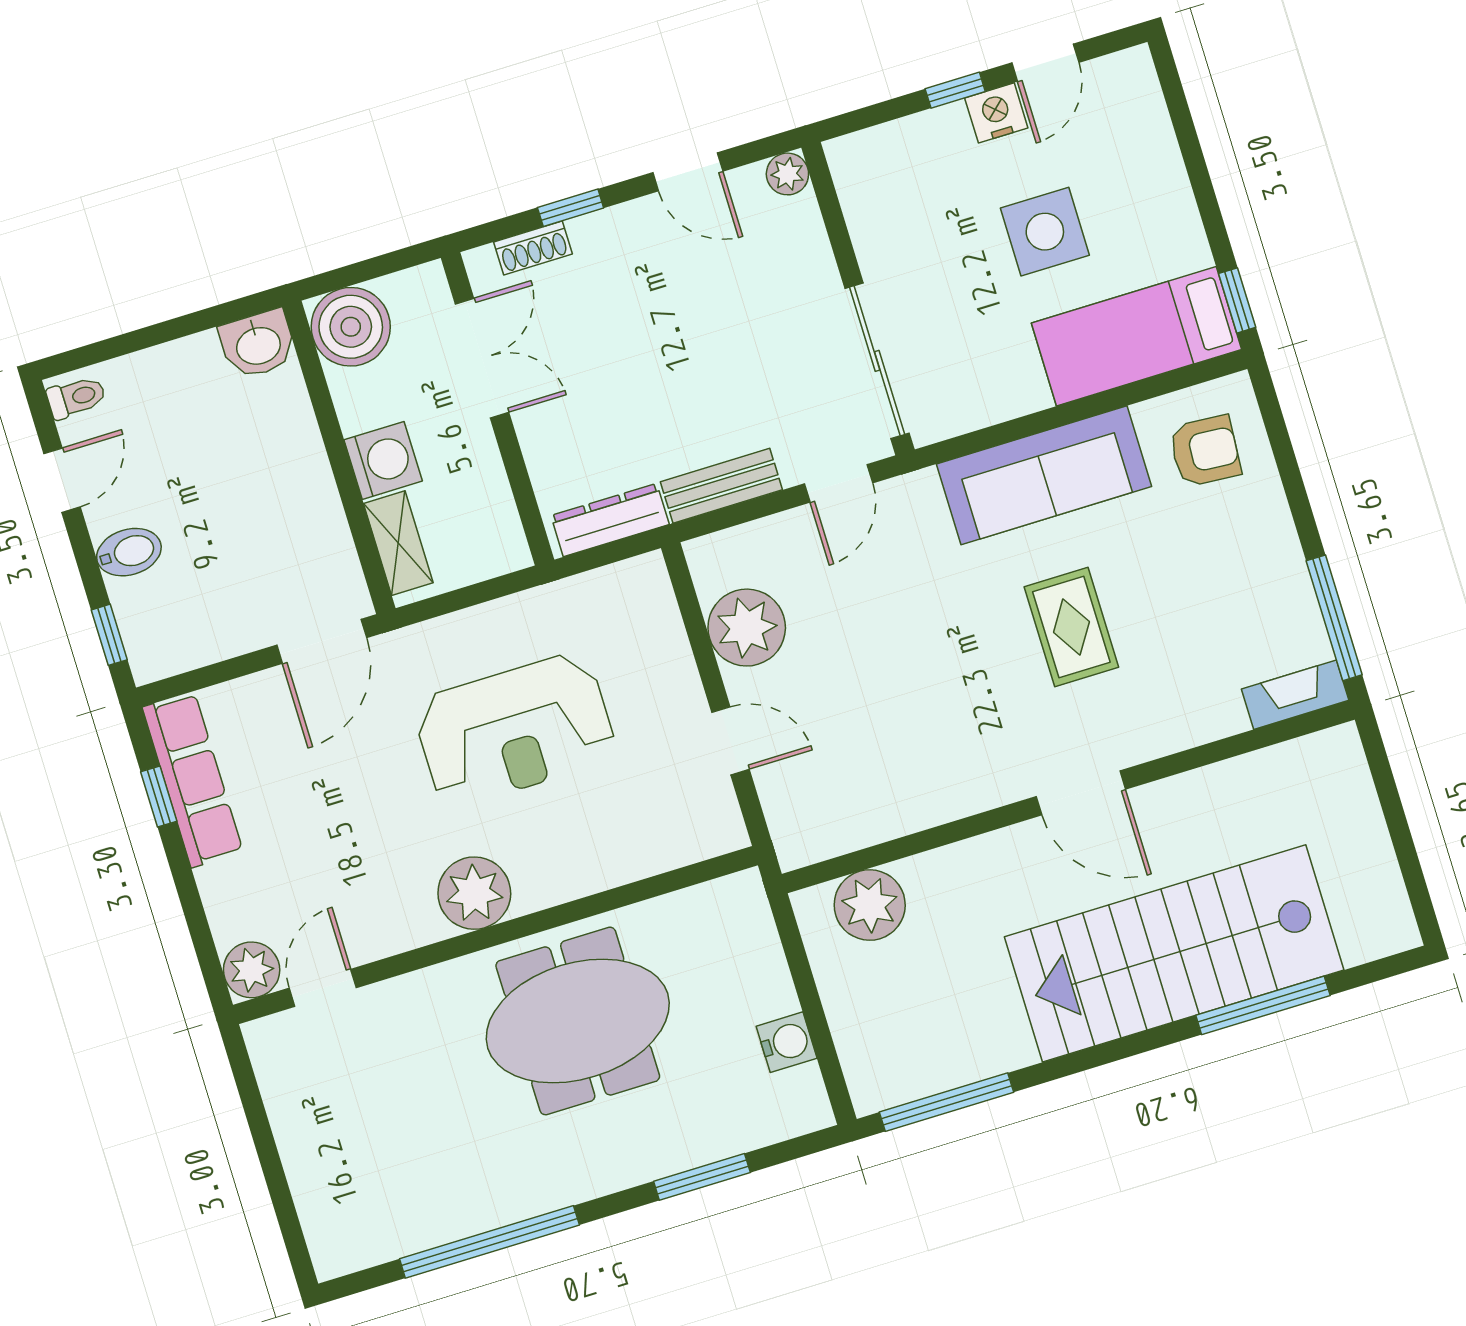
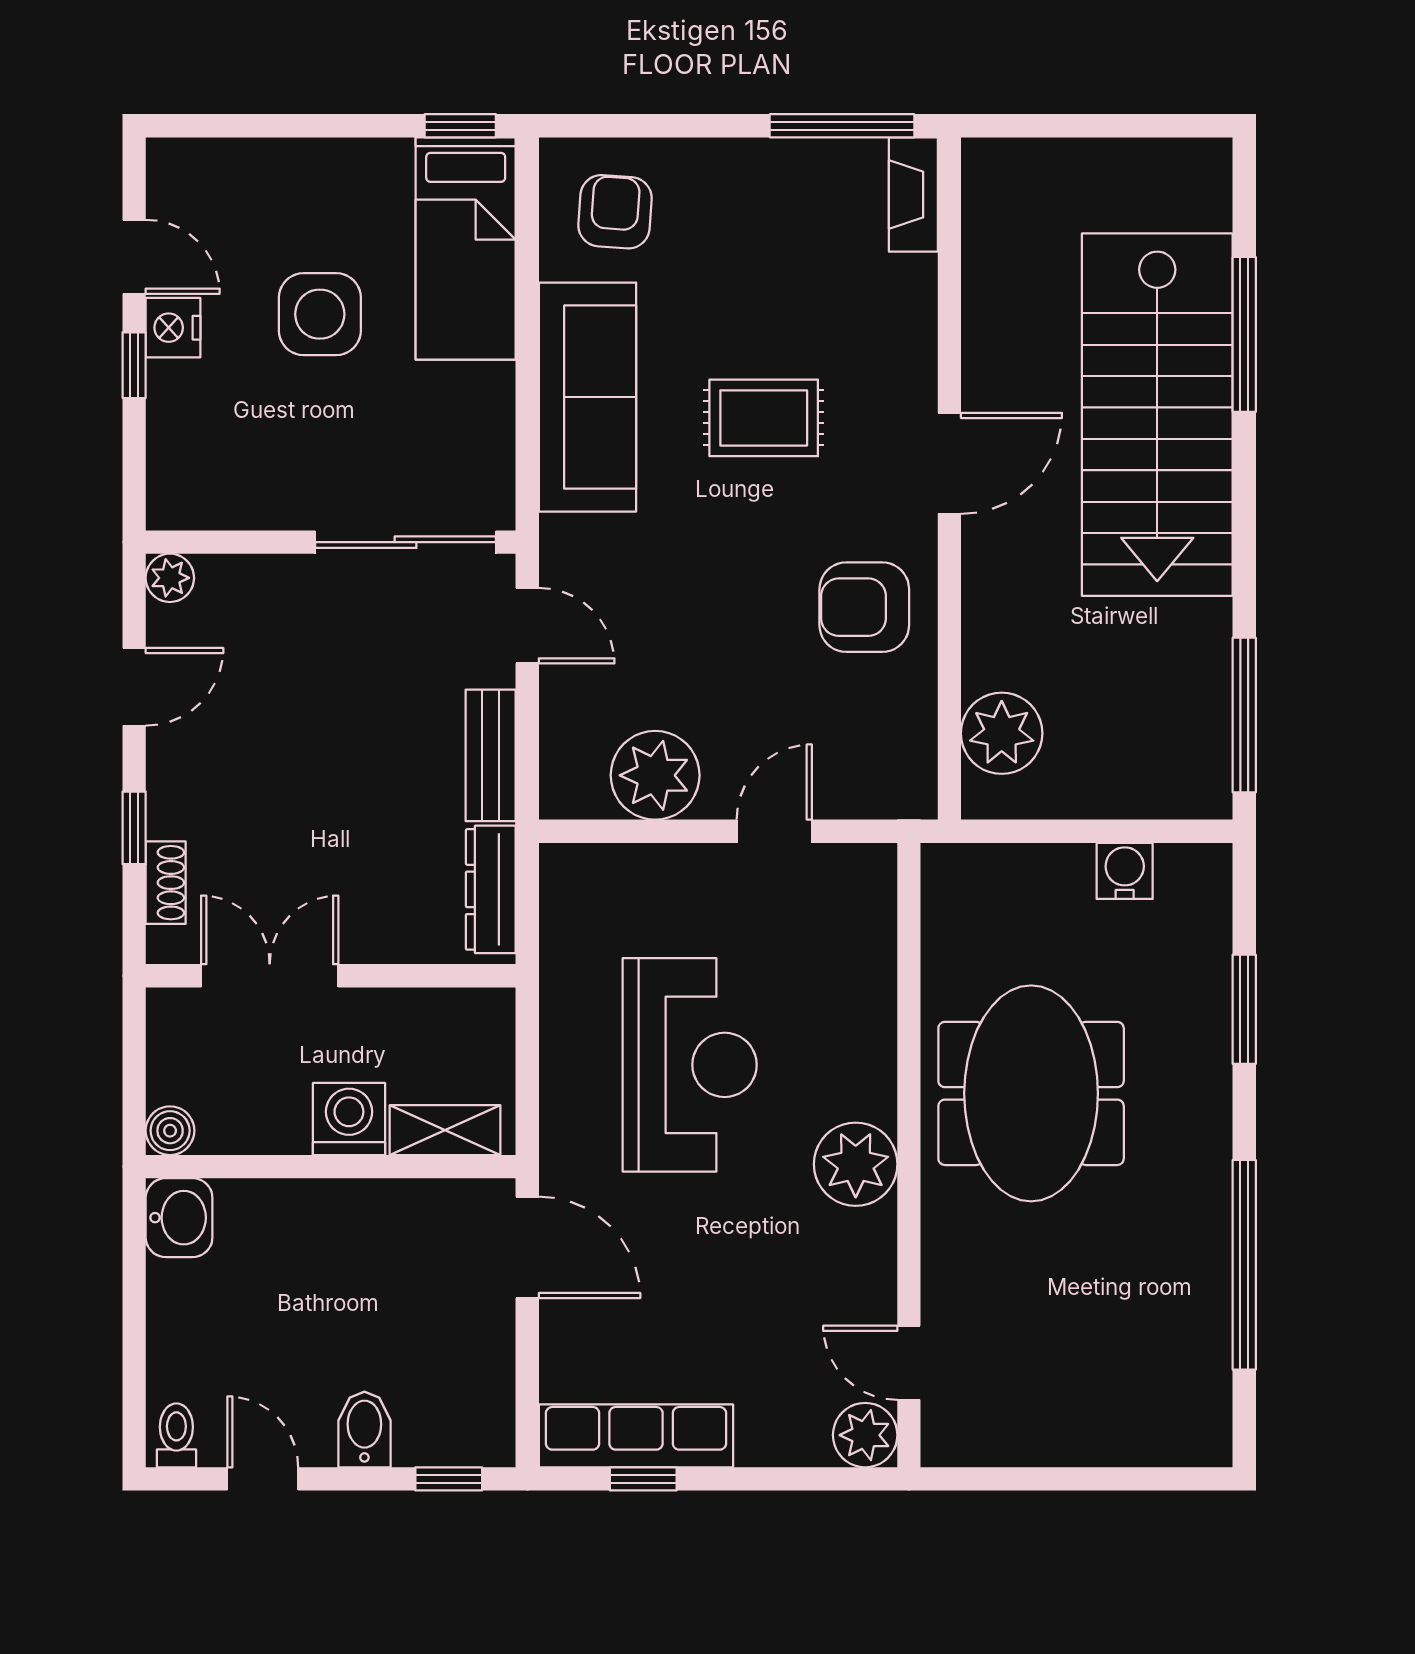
boiler: (351, 327) -> (170, 1131), width x0.54, depth x0.54
armchair: (940, 759) -> (864, 607), added

